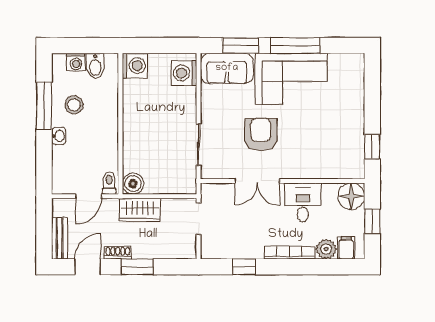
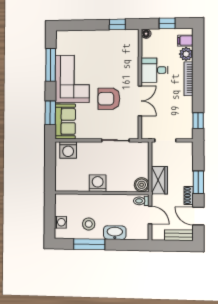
window: (295, 45) -> (51, 65), moved
bidet: (95, 66) -> (63, 209), removed
washing machine: (135, 66) -> (98, 183), moved
washbasin: (59, 136) -> (115, 233), width x1.91, depth x1.45
floor lamp: (351, 196) -> (146, 34), width x0.53, depth x0.53
window: (244, 267) -> (198, 121), moved

